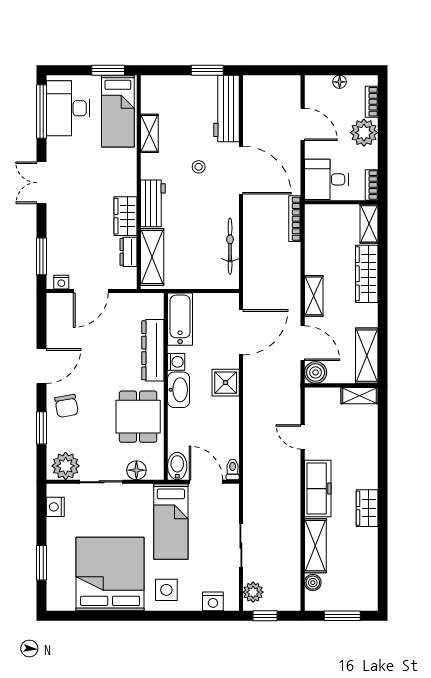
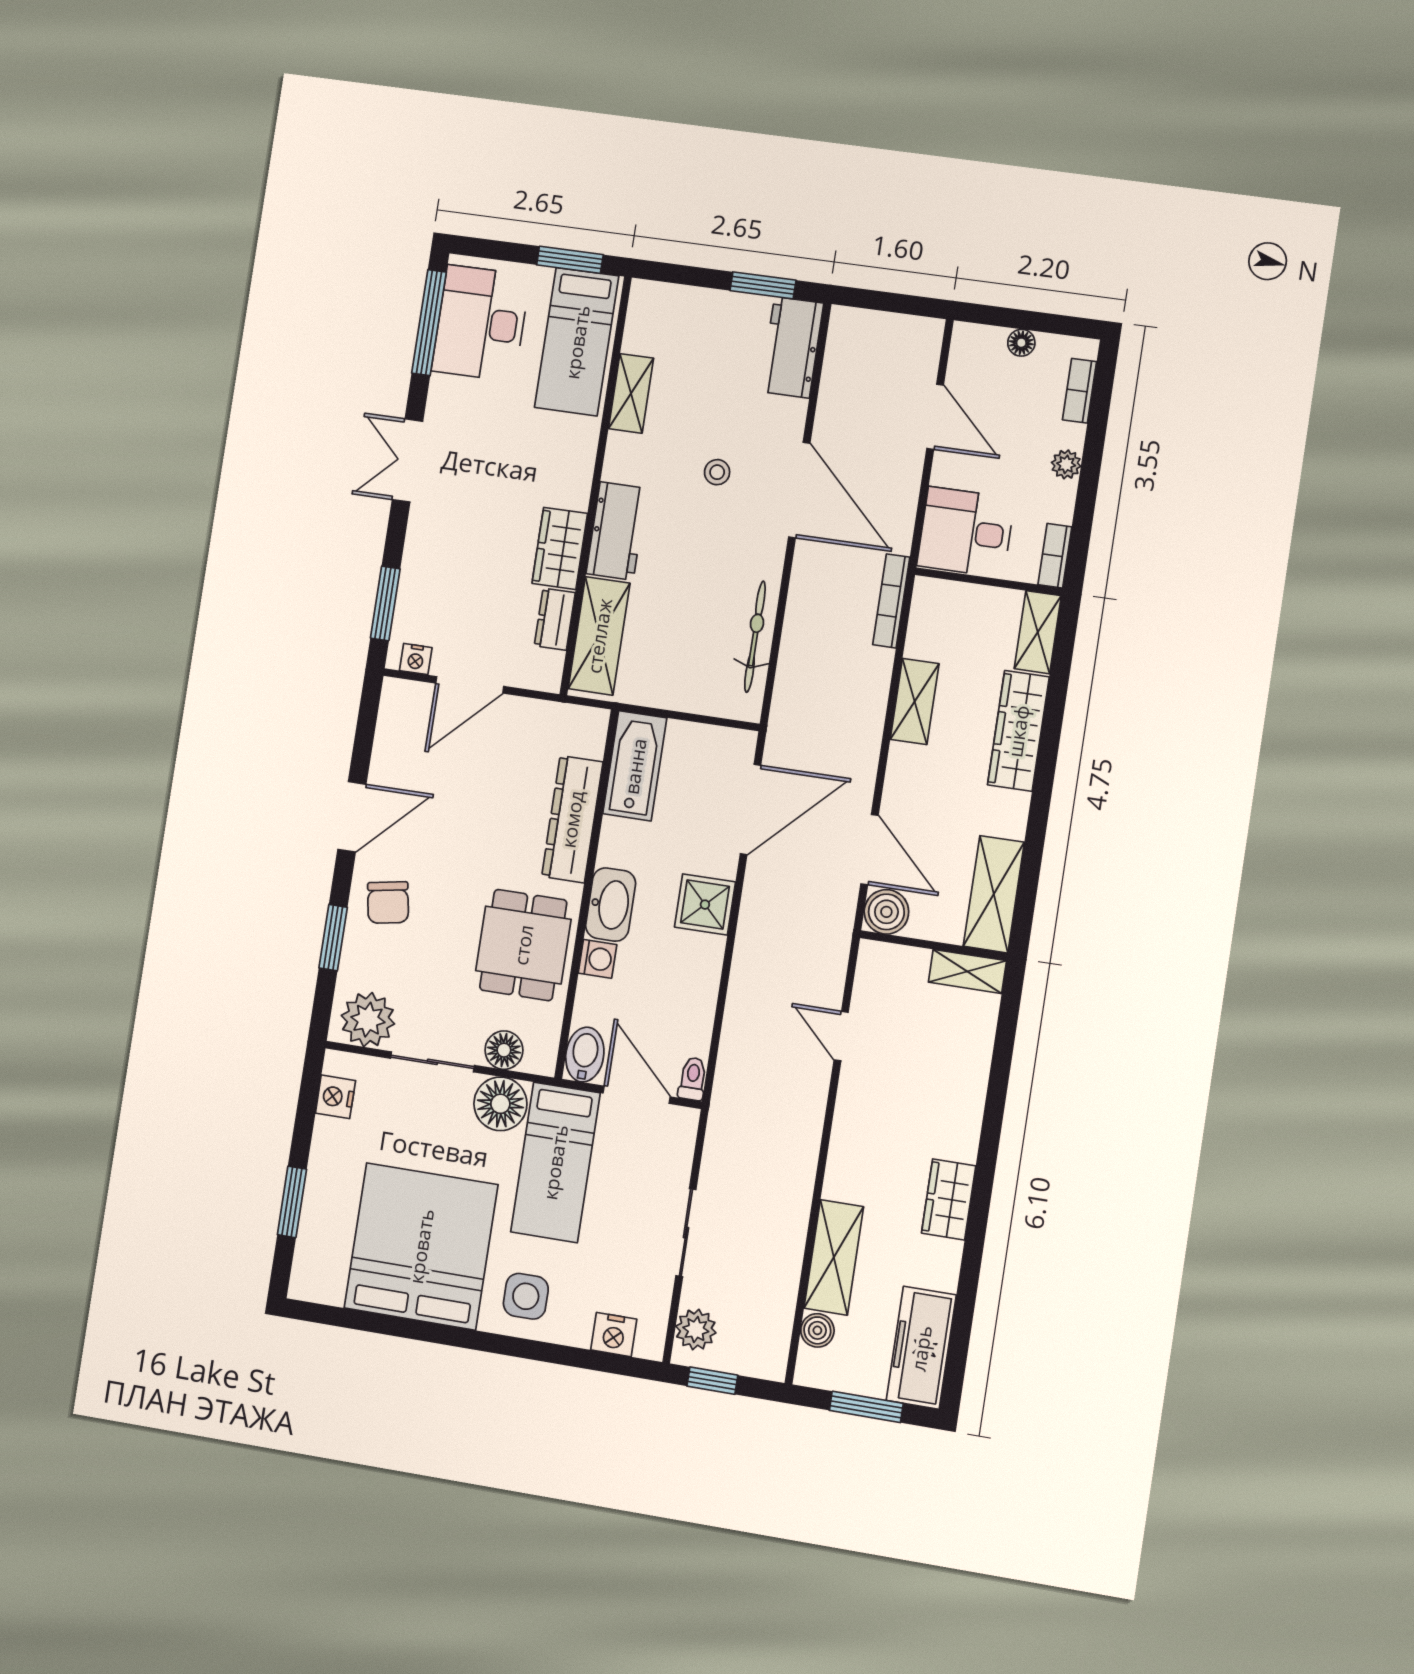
workbench: (226, 108) -> (792, 347), width x0.73
plant: (364, 133) -> (1066, 464), width x0.53, depth x0.53
shelving: (314, 296) -> (915, 701), moved
washing machine: (176, 362) -> (597, 959), moved
freezer: (318, 489) -> (921, 1348), moved, turned 180
floor lamp: (139, 497) -> (500, 1104), added

